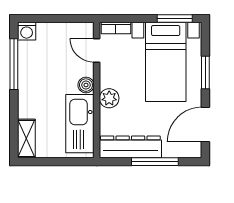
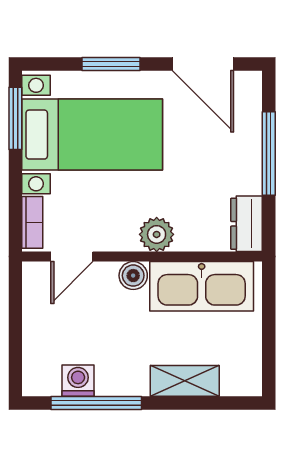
washing machine: (27, 31) -> (78, 381), moved, turned -90
shelving: (26, 138) -> (185, 381), moved
dresser: (130, 147) -> (246, 224), width x0.51, depth x0.80

